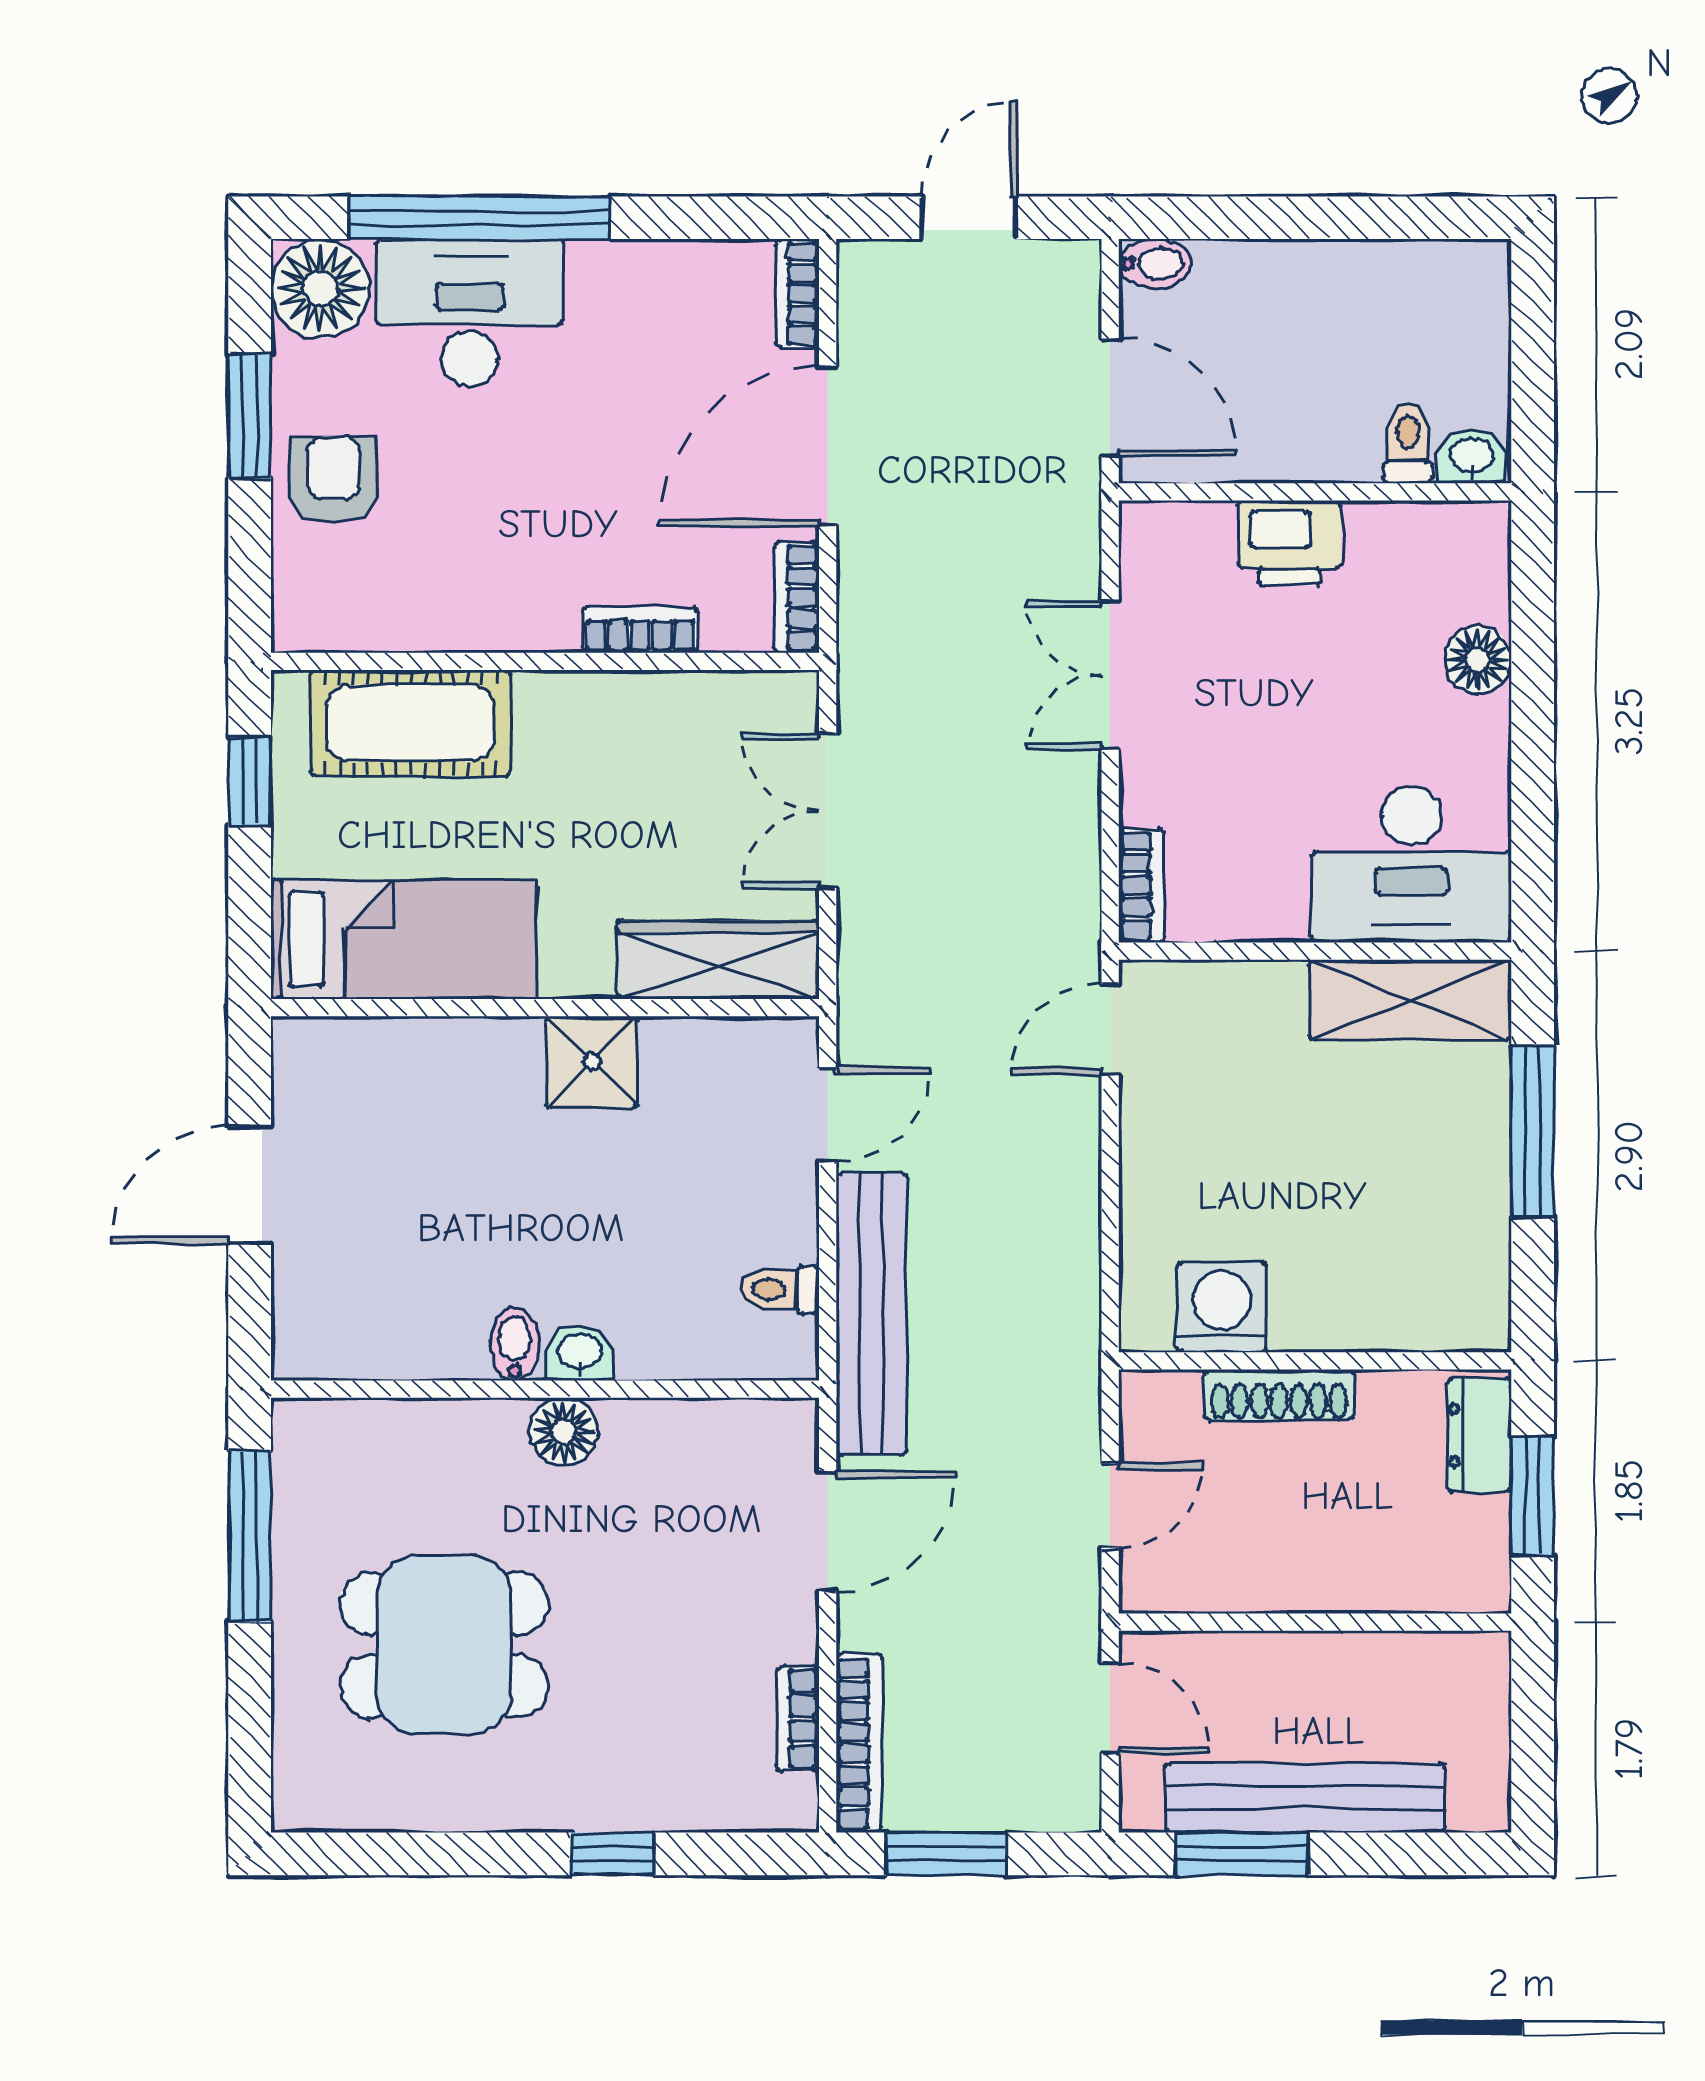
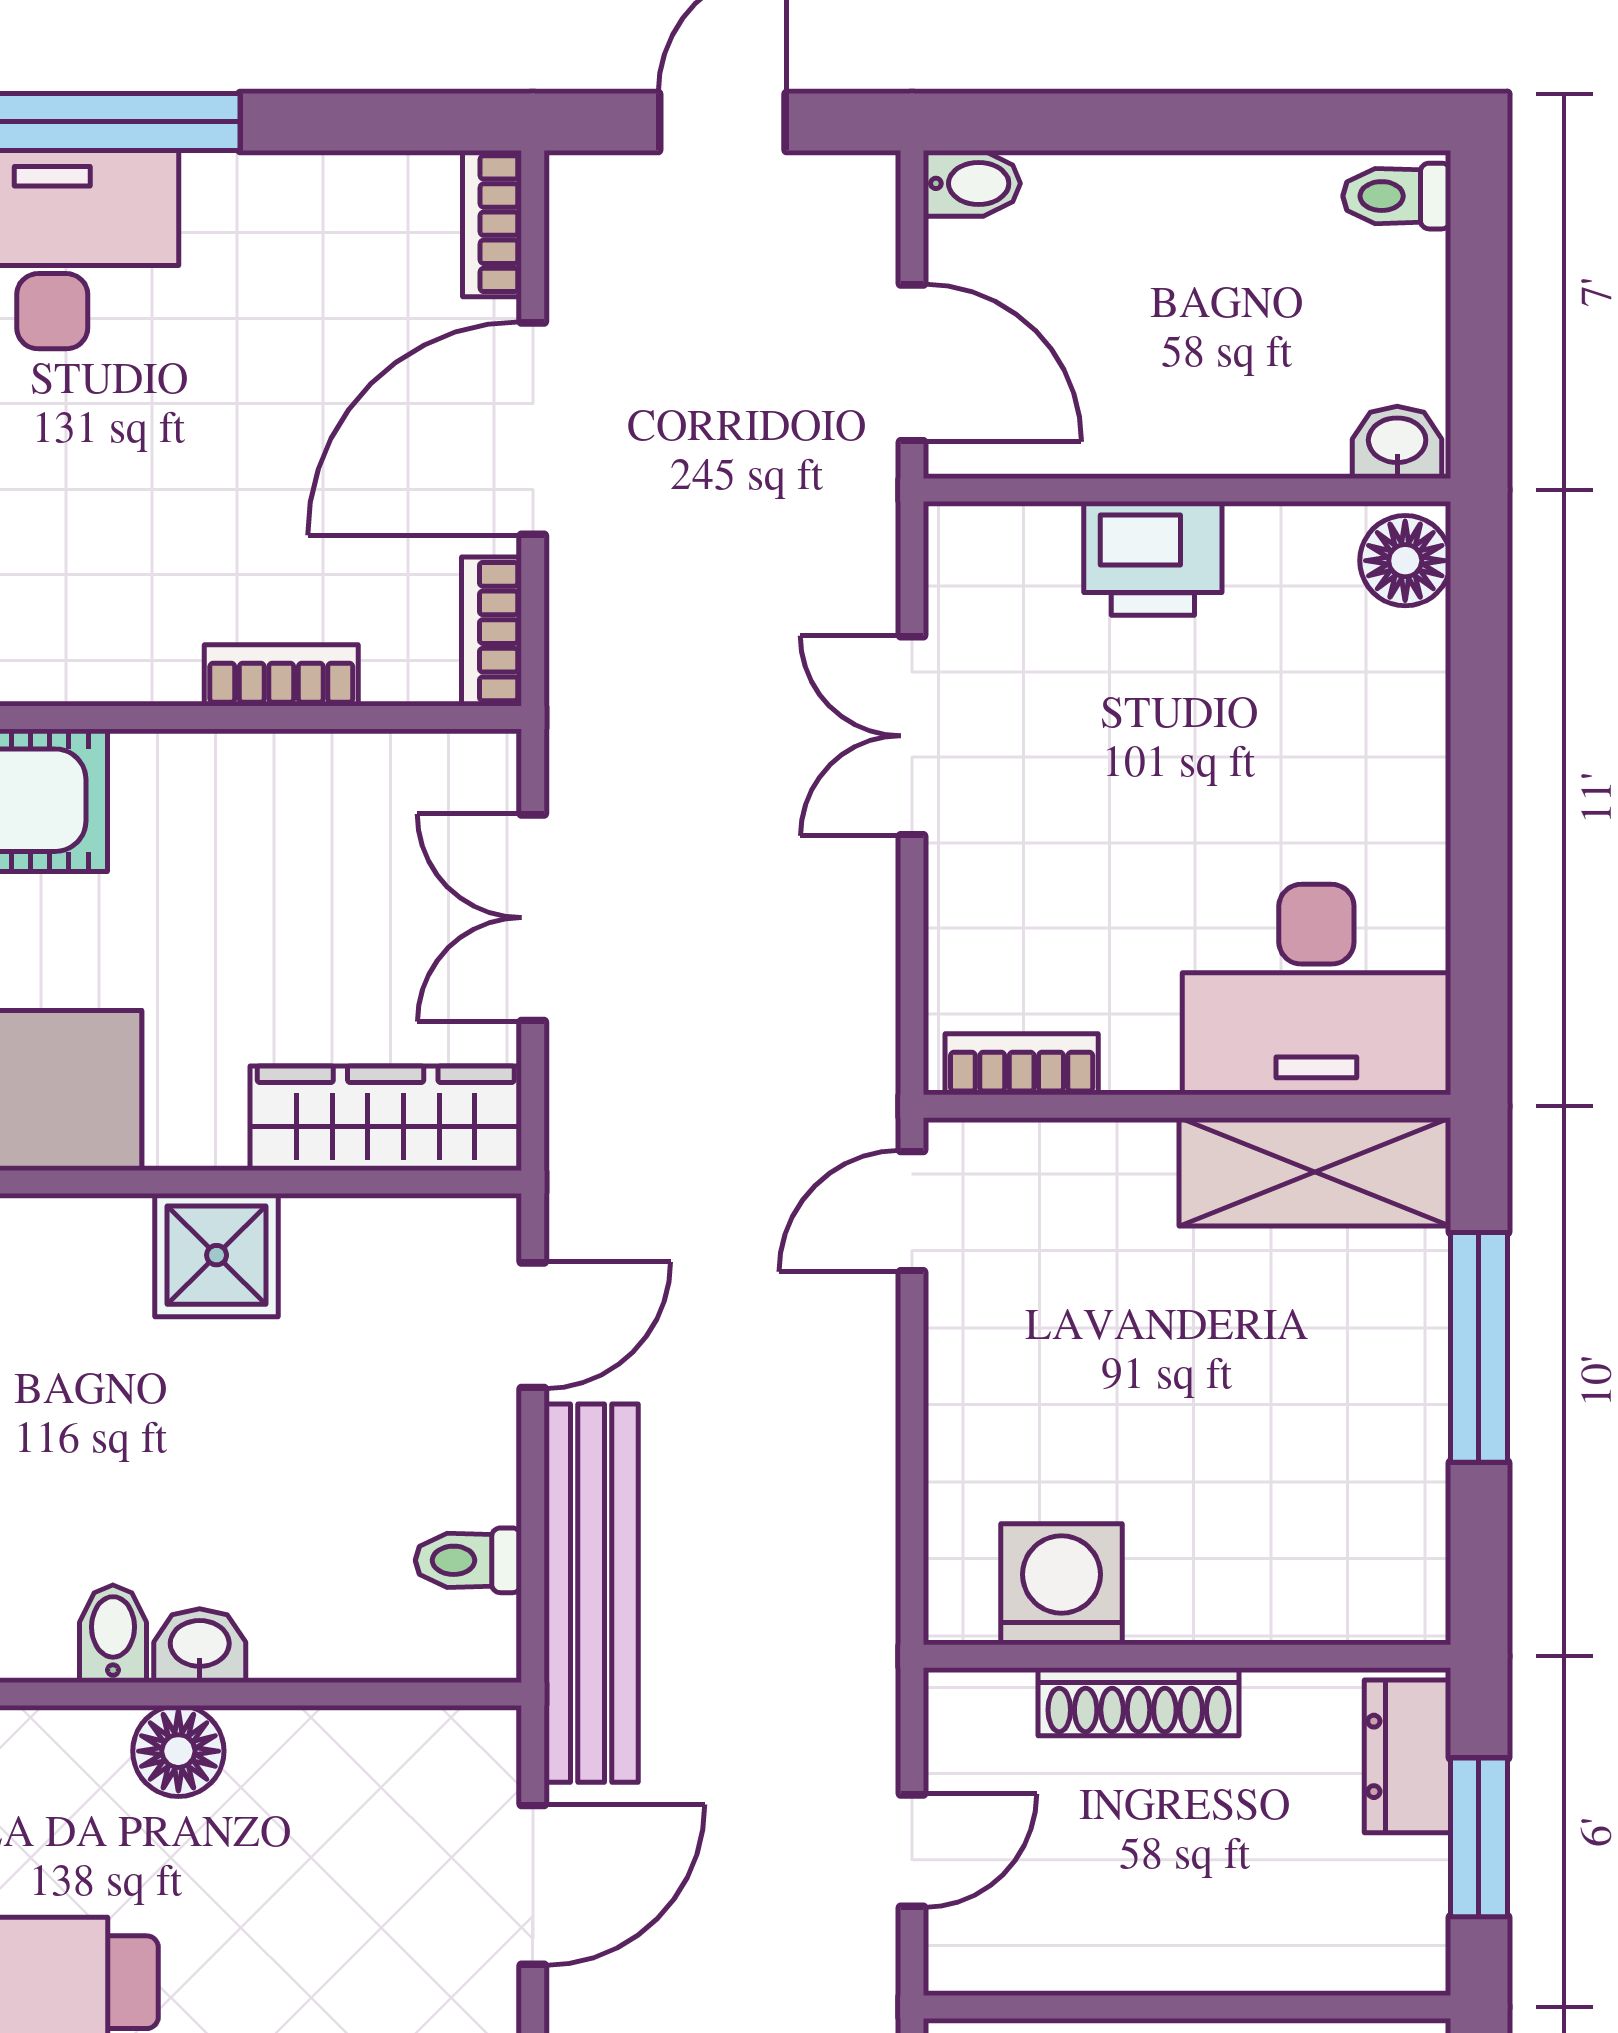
toilet: (1408, 443) -> (1397, 196), moved, turned -90
floor lamp: (1478, 660) -> (1405, 561), moved
bookcase: (1141, 886) -> (1022, 1064), moved, turned -90

